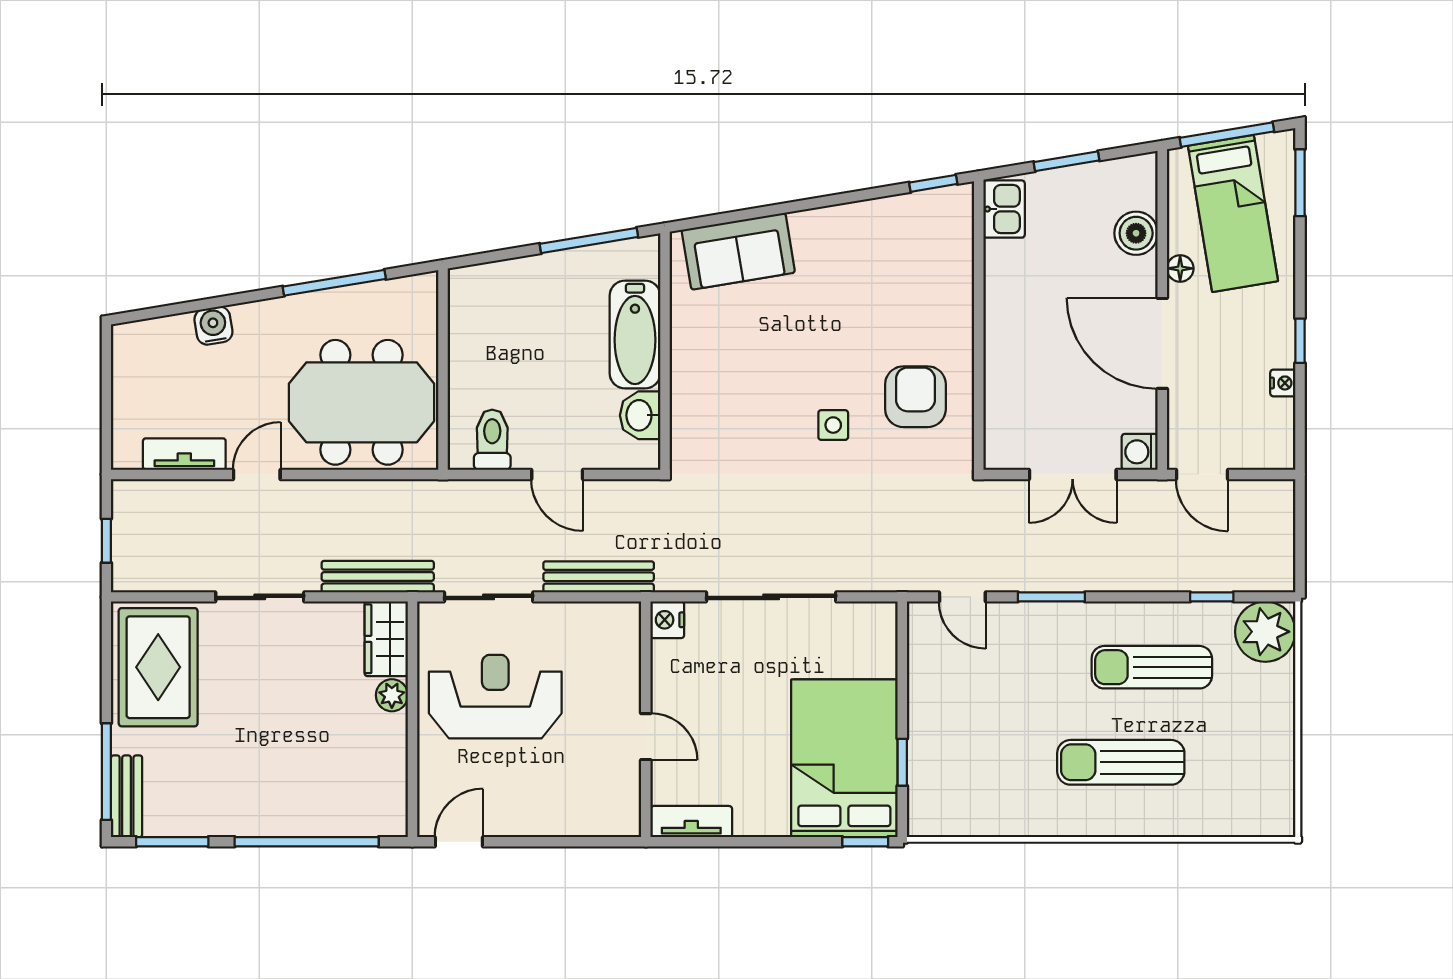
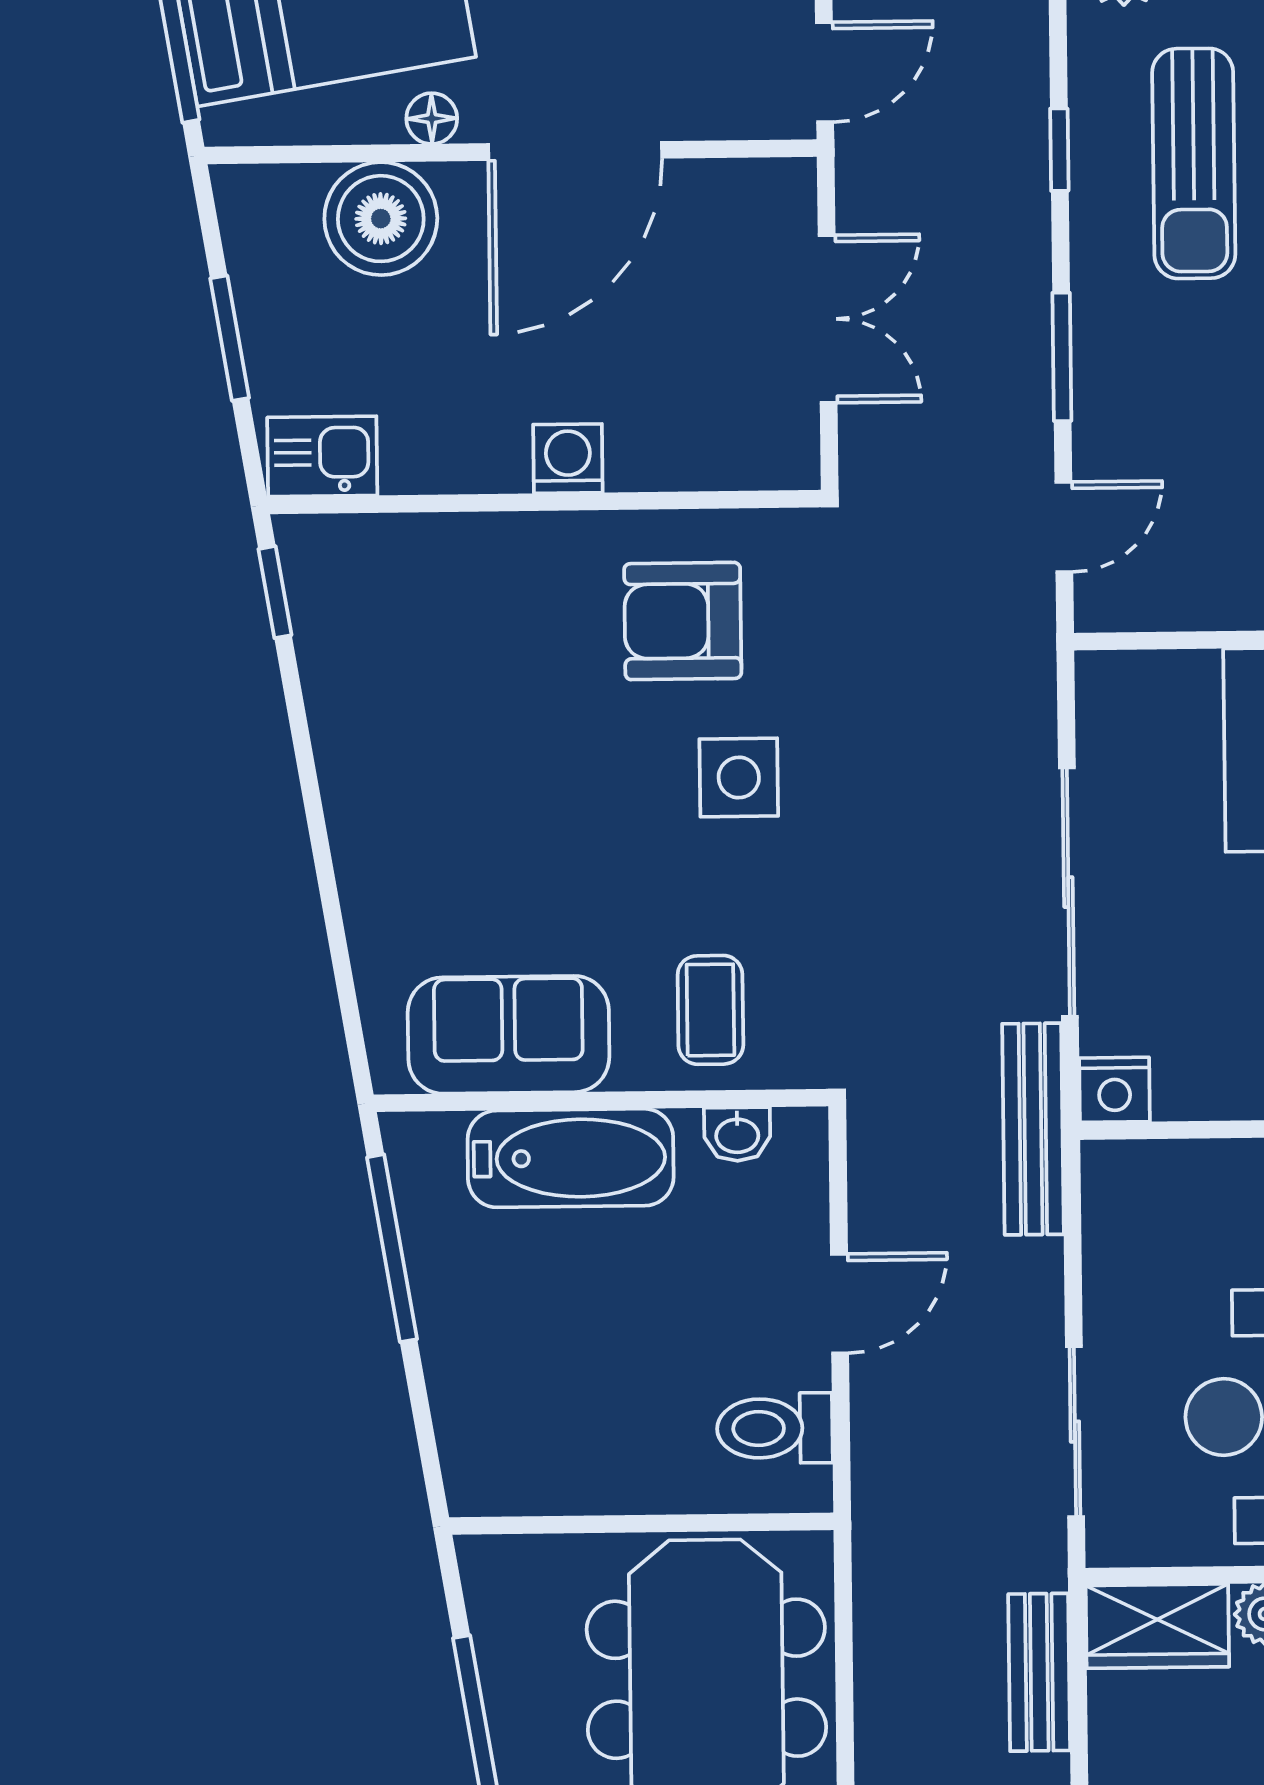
boiler: (1136, 233) -> (381, 219), width x1.37, depth x1.37
sofa: (738, 251) -> (509, 1035), moved, turned -81
coffee table: (712, 409) -> (710, 1010), added
washbasin: (640, 415) -> (737, 1134), width x0.72, depth x0.69
side table: (833, 425) -> (739, 777), width x1.37, depth x1.37
washing machine: (1140, 452) -> (568, 459), moved, turned 180
bench: (378, 577) -> (1039, 1672), width x0.73
bench: (599, 577) -> (1033, 1129), moved
window: (1212, 597) -> (1059, 150), moved

